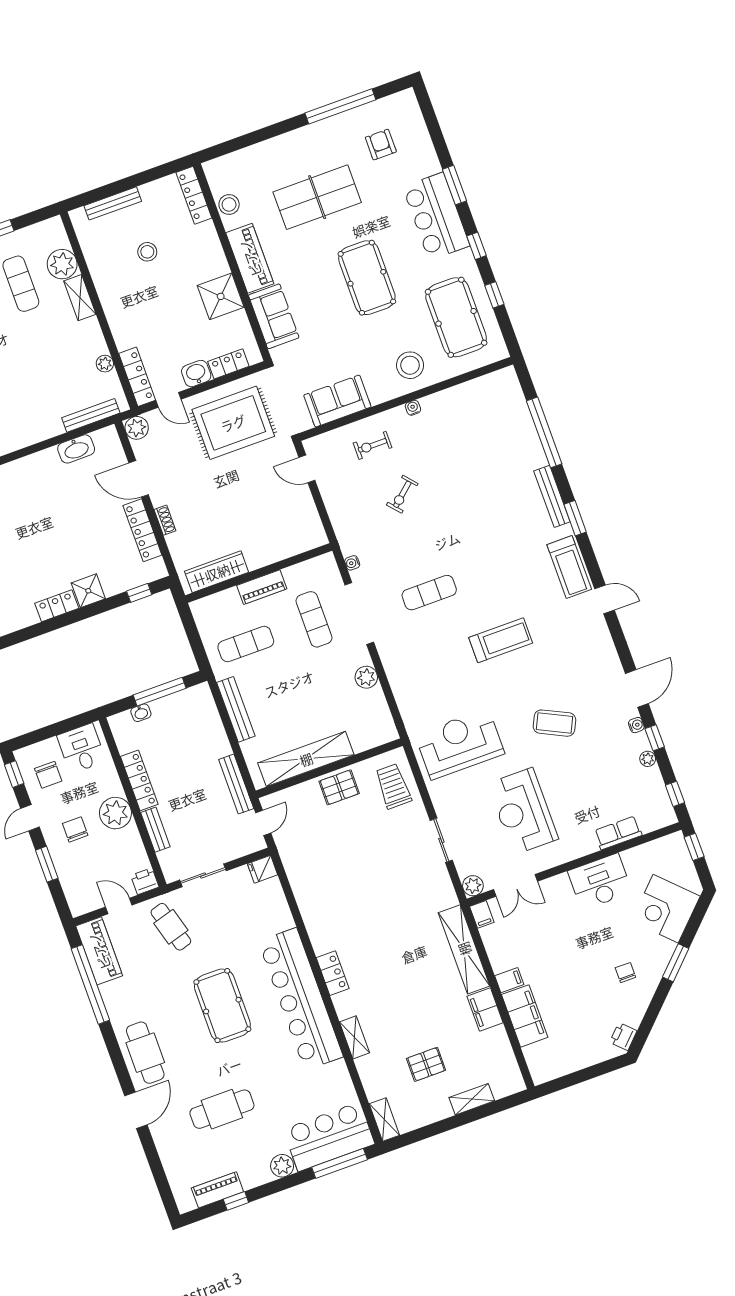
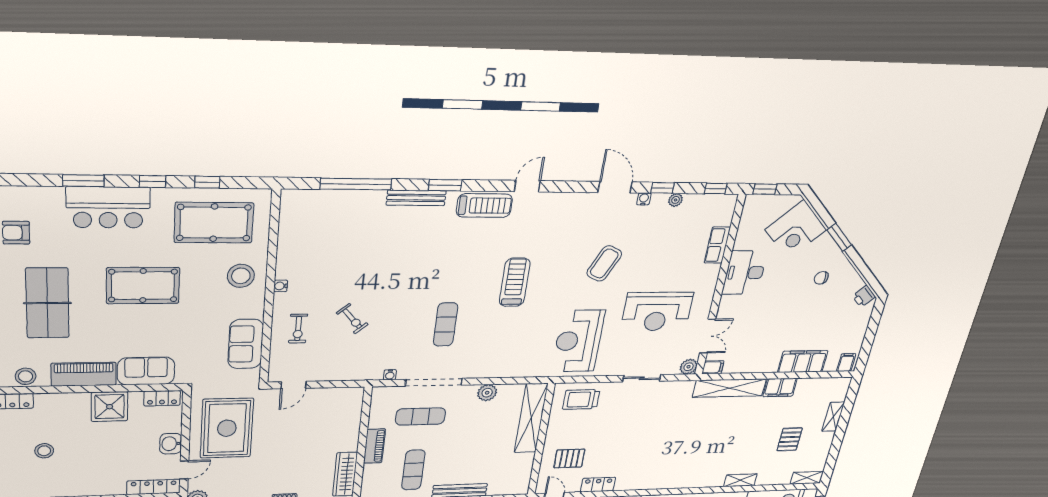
locker: (228, 364) -> (162, 398), moved, turned -90
shelving: (306, 759) -> (531, 418), moved
pallet: (339, 787) -> (569, 458), moved, turned 90
locker: (333, 973) -> (598, 485), moved
filing cabinet: (509, 980) -> (846, 362), moved

